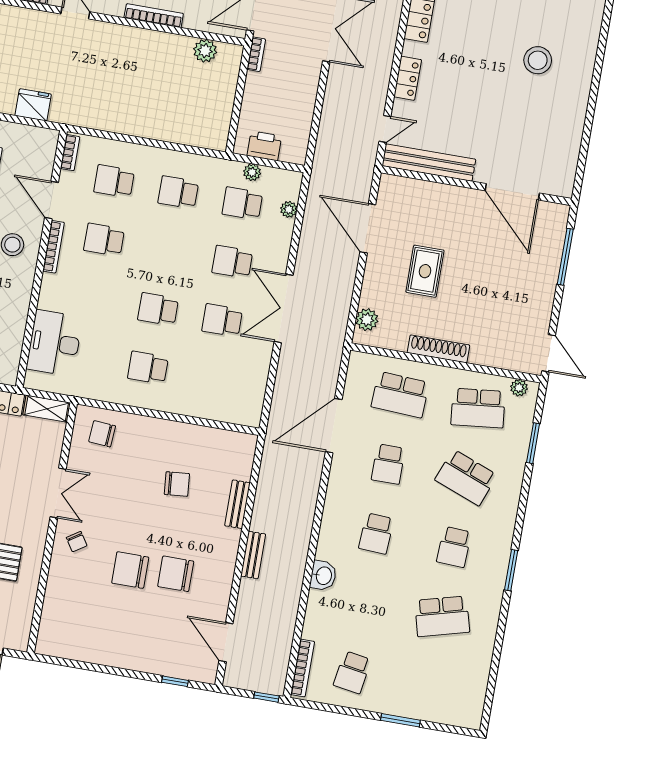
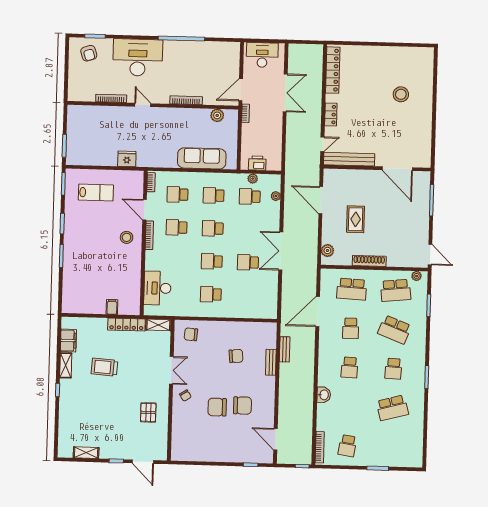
sofa: (167, 123) -> (202, 158), added
school desk: (232, 262) -> (213, 228), moved
bench: (253, 555) -> (285, 349), moved
chair: (176, 574) -> (242, 405), turned 180

